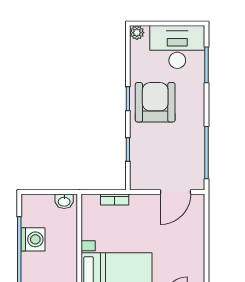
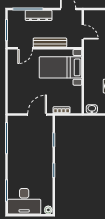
armchair: (155, 102) -> (37, 168), removed
door: (175, 192) -> (37, 114), moved

